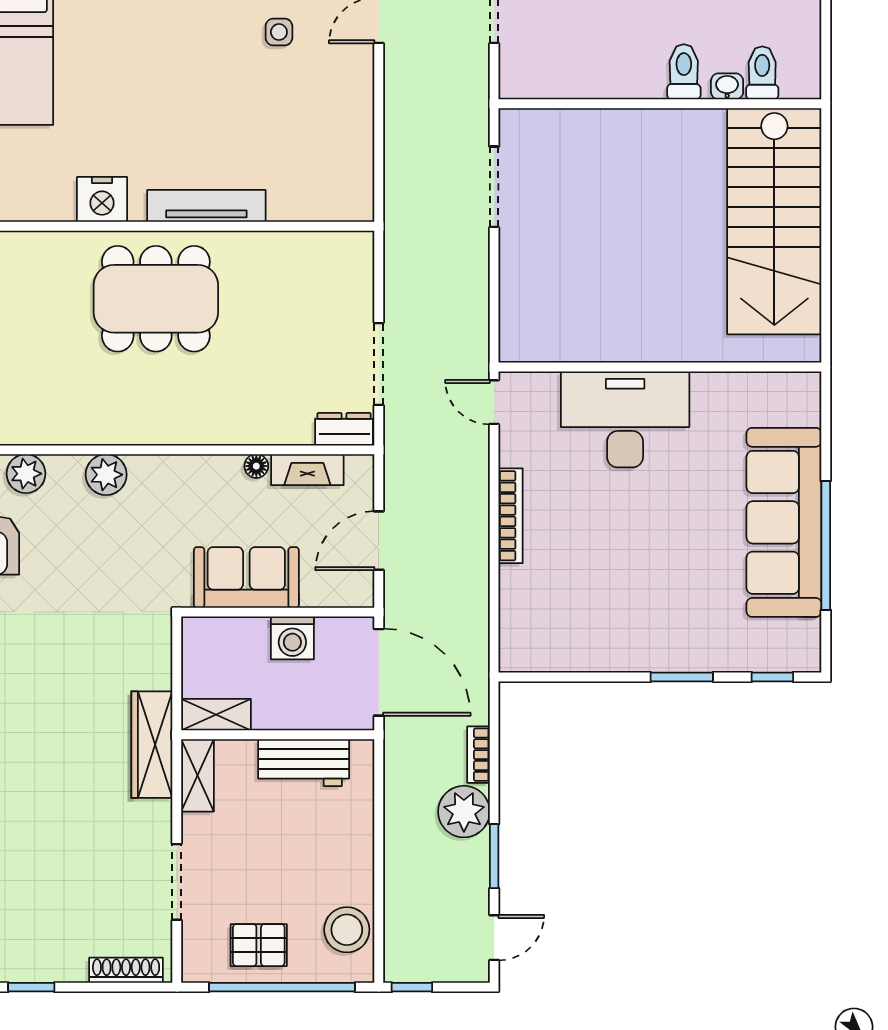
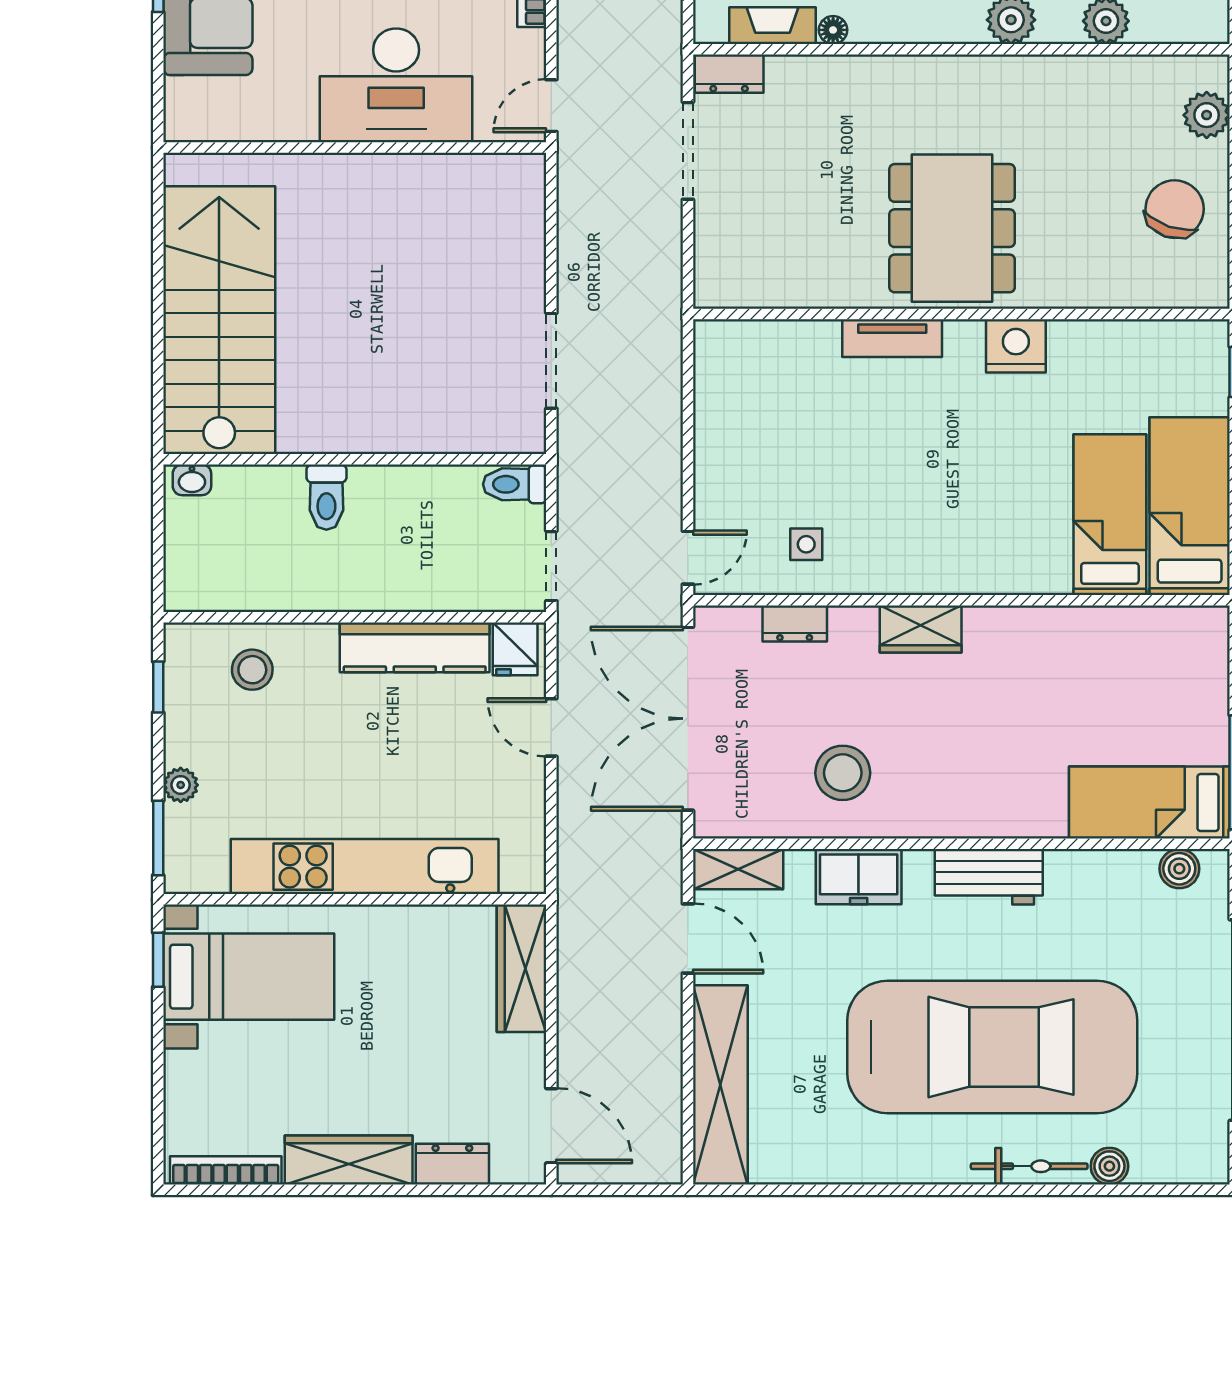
toilet: (762, 73) -> (515, 484), moved, turned 90
washbasin: (727, 86) -> (192, 480), moved
tv unit: (206, 206) -> (892, 338), width x0.71
dining table: (156, 299) -> (952, 228), turned 90
door: (494, 402) -> (551, 106), swing flipped

